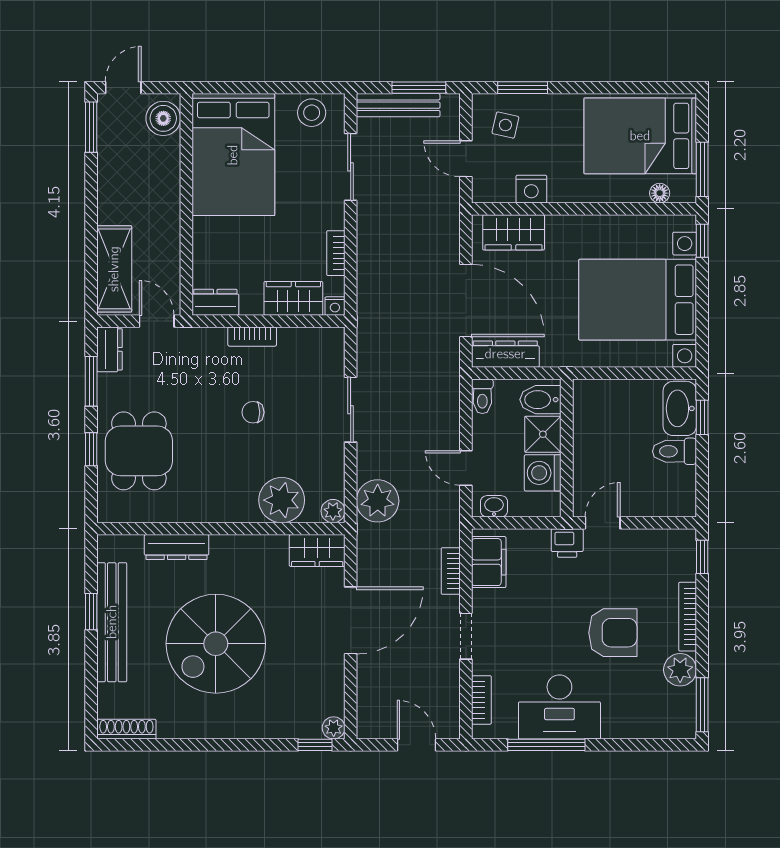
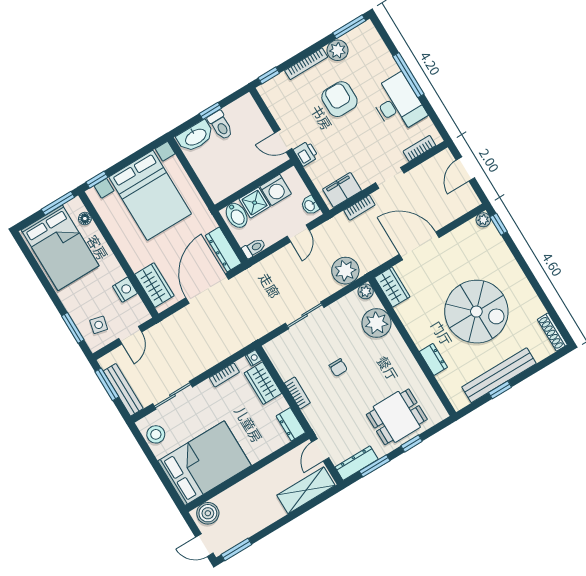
dresser: (110, 349) -> (357, 463), width x1.44
window: (702, 417) -> (210, 111), moved
dresser: (177, 547) -> (433, 359), width x0.70
window: (546, 745) -> (408, 75), moved

